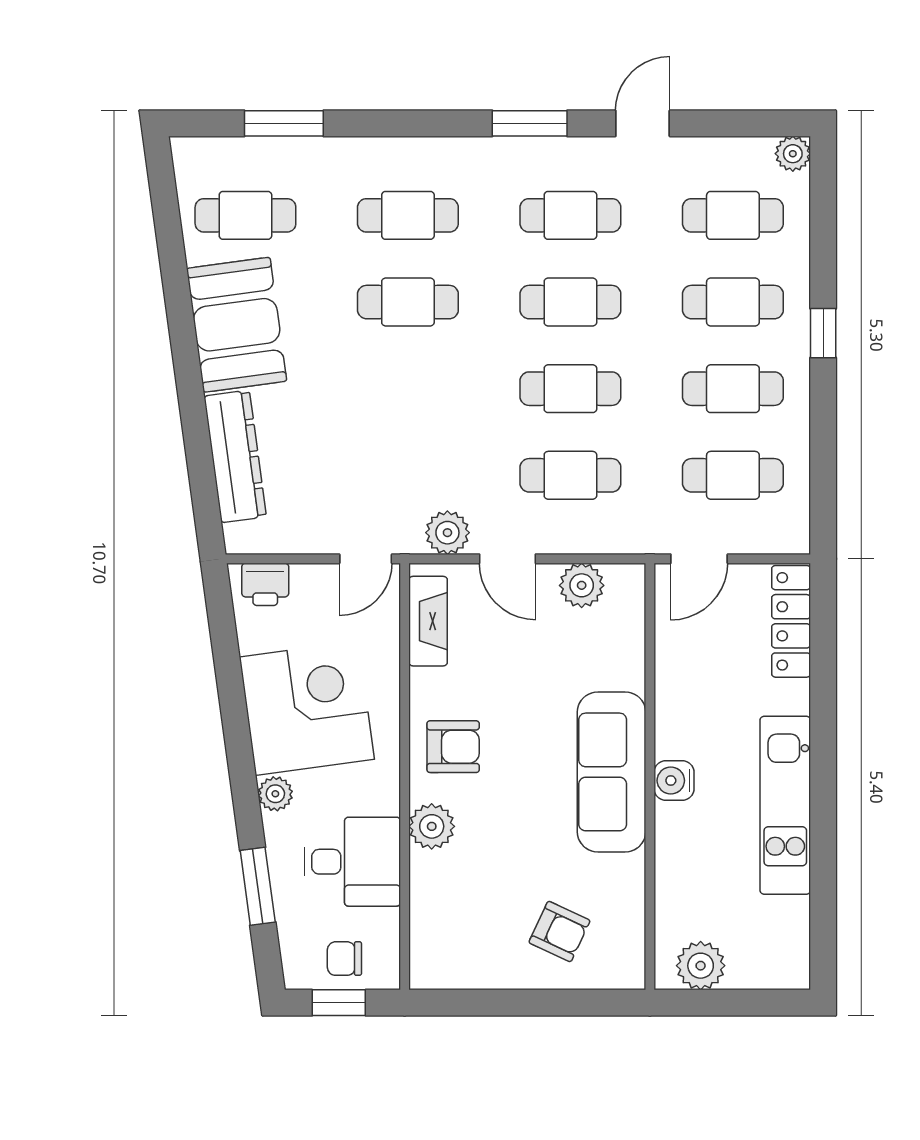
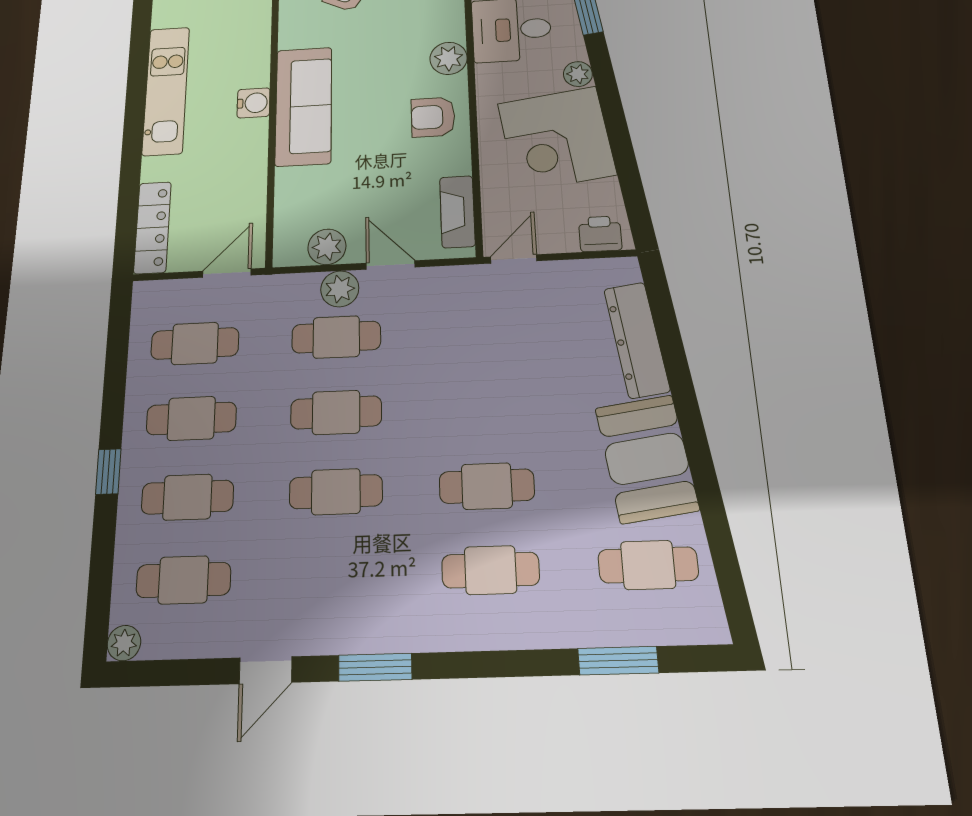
cafe table: (570, 215) -> (336, 575), removed
plant: (447, 533) -> (340, 289), moved

